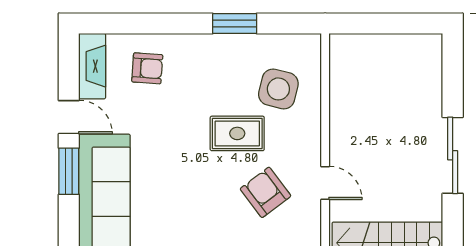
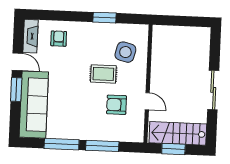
armchair: (147, 68) -> (59, 39), turned -94
armchair: (266, 192) -> (117, 105), turned -53

